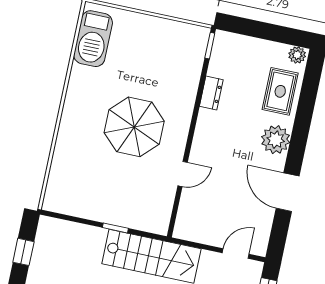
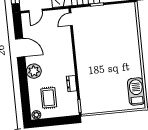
rug: (280, 91) -> (49, 98), moved
parasol: (134, 127) -> (103, 56), removed
door: (183, 174) -> (71, 19), moved

